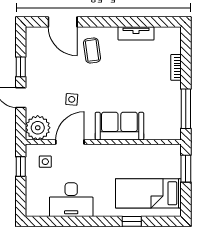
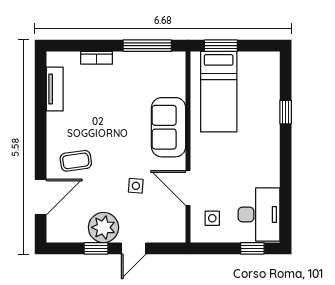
tv unit: (136, 33) -> (55, 89), moved
plant: (38, 128) -> (103, 227), moved
window: (21, 166) -> (252, 248), moved
bed: (148, 193) -> (219, 92), moved
desk: (71, 200) -> (259, 215), moved

